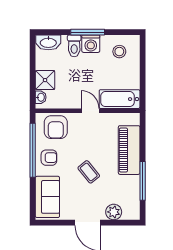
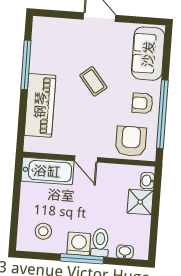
washbasin: (48, 42) -> (125, 252), width x0.52, depth x0.69
plant: (114, 212) -> (65, 28), removed

